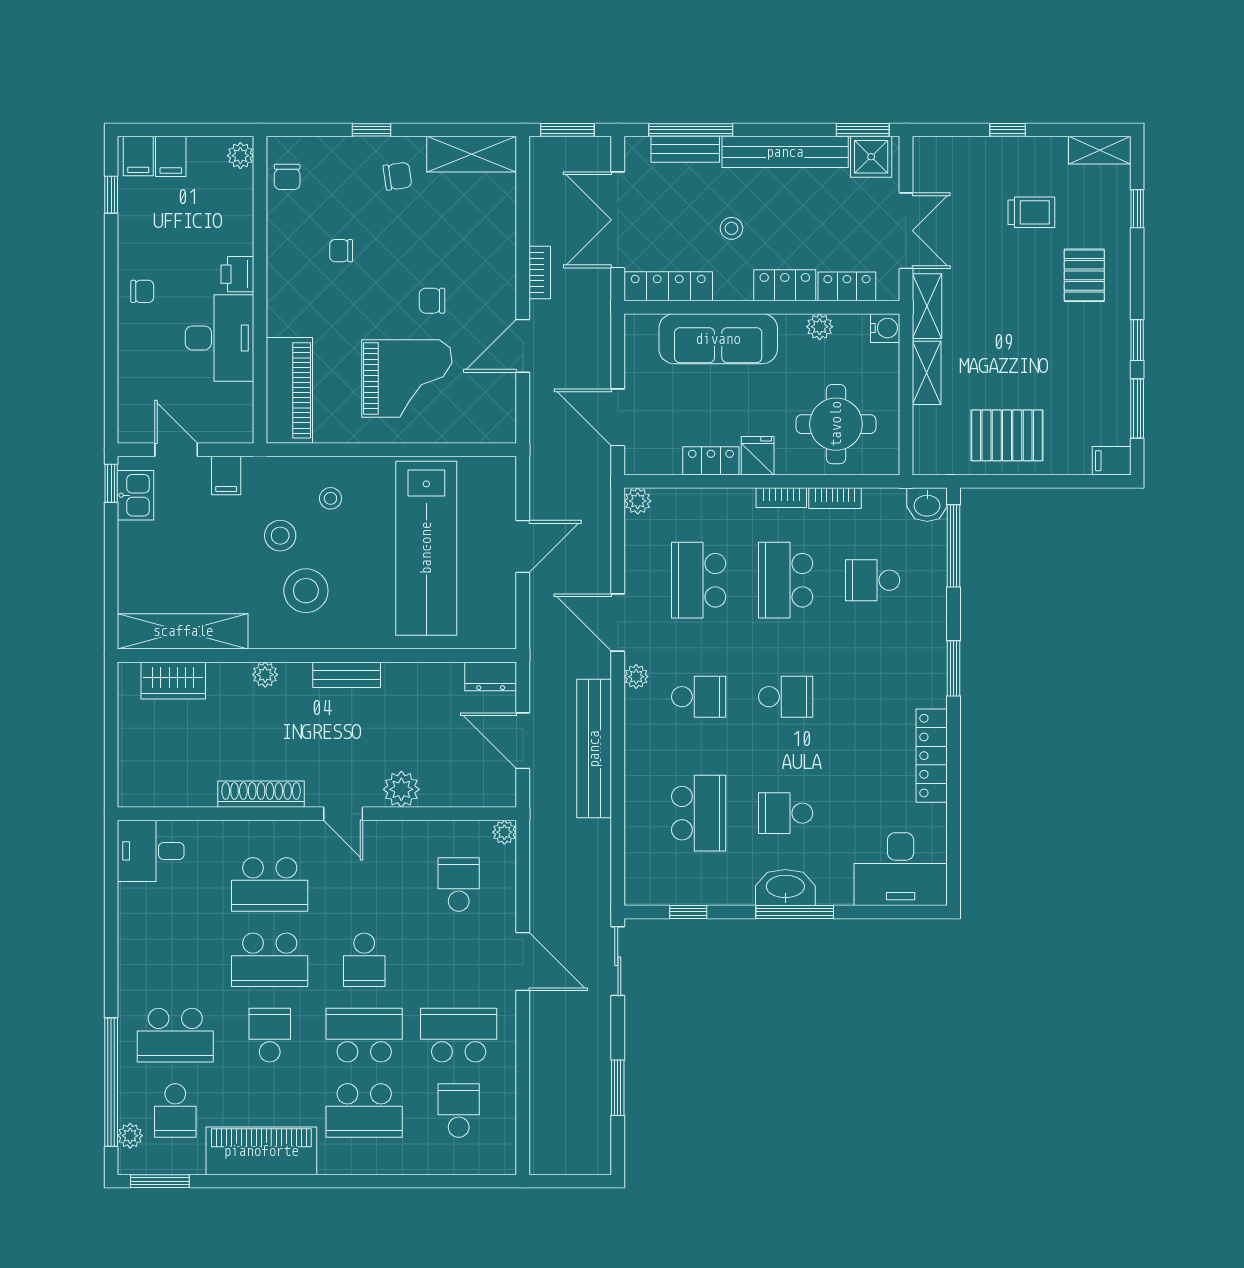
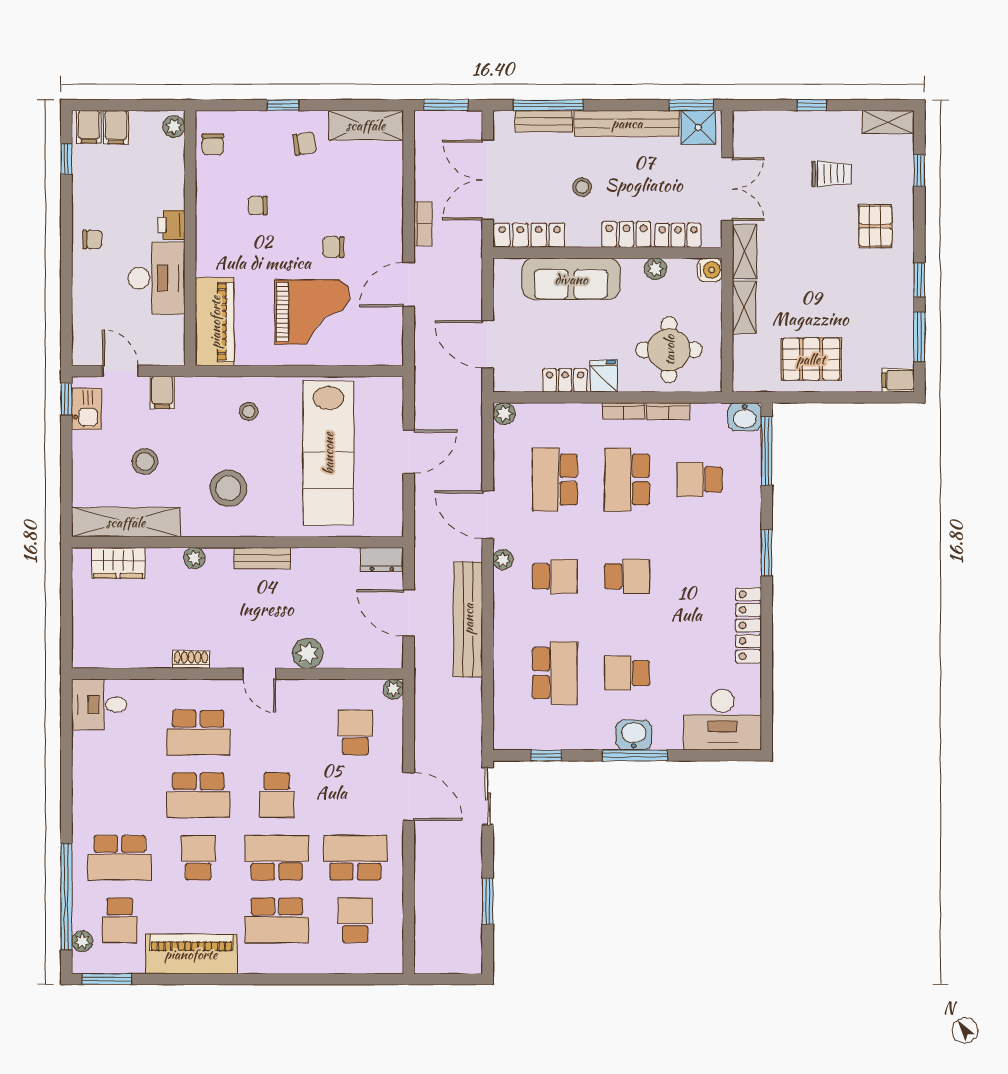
stool: (280, 536) -> (145, 461), moved
shoe rack: (261, 794) -> (191, 659), width x0.51, depth x0.81
washbasin: (785, 887) -> (634, 735), width x0.72

